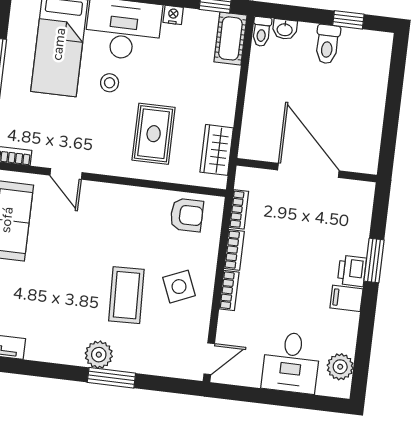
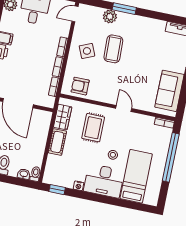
cot: (230, 38) -> (57, 142), moved
door: (66, 174) -> (124, 108), moved
plant: (99, 355) -> (110, 16), moved

